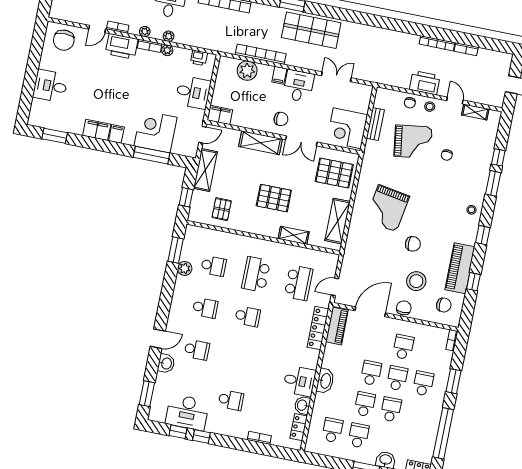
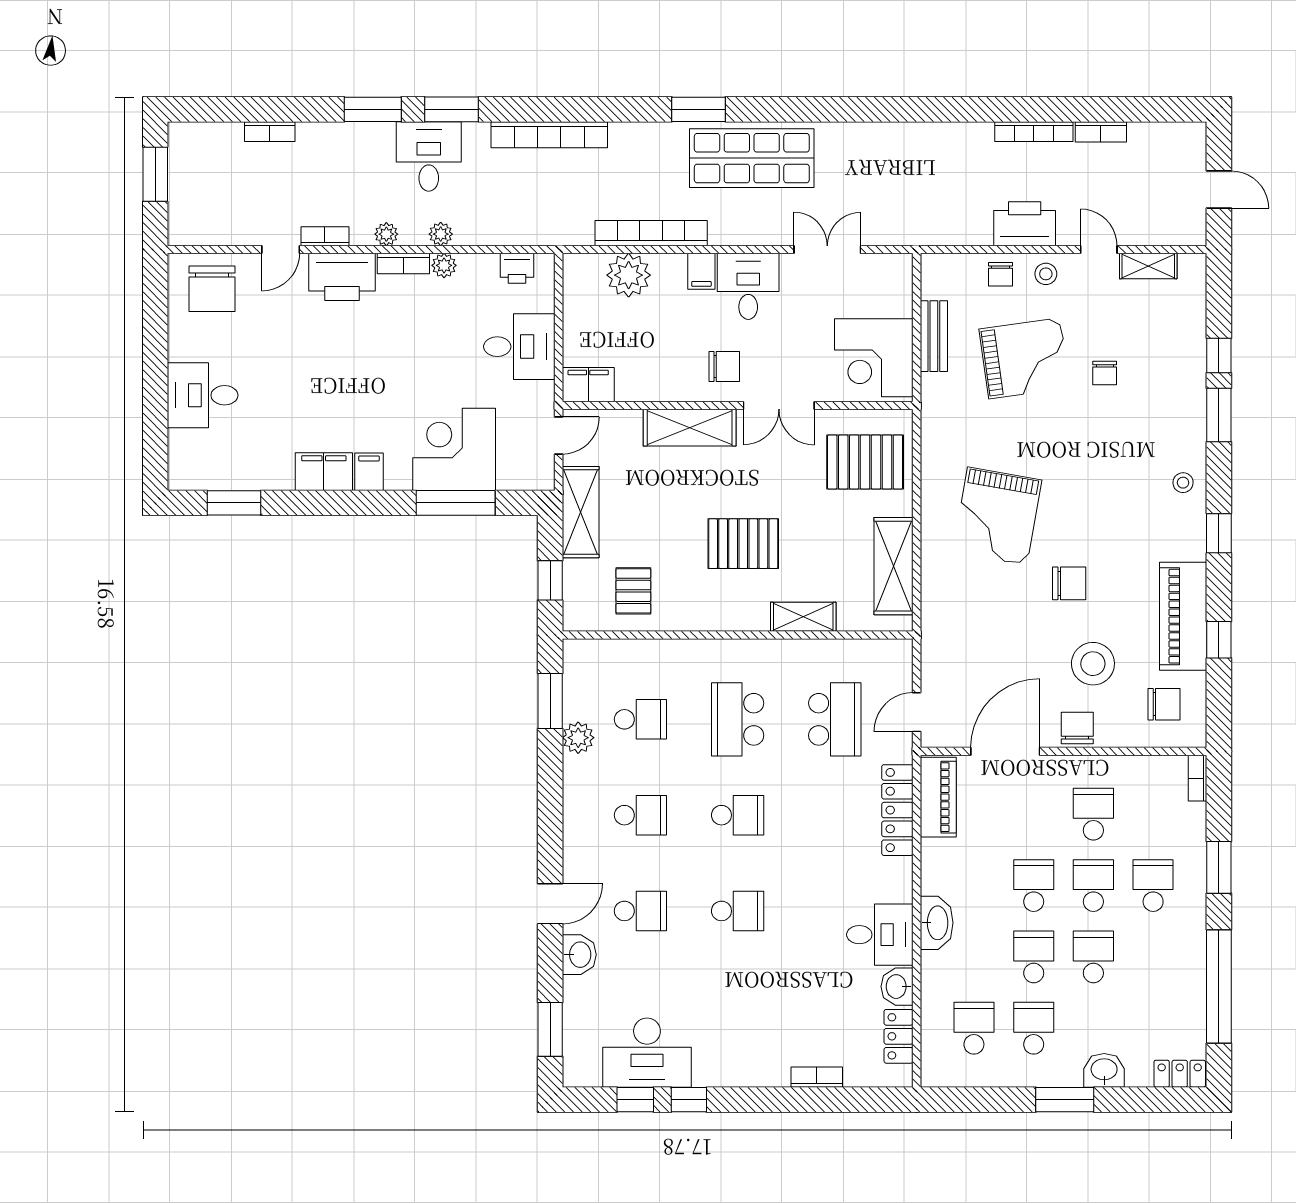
school desk: (231, 400) -> (738, 911), moved

